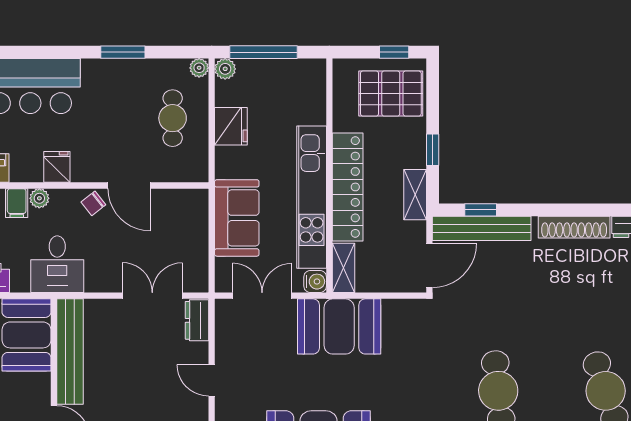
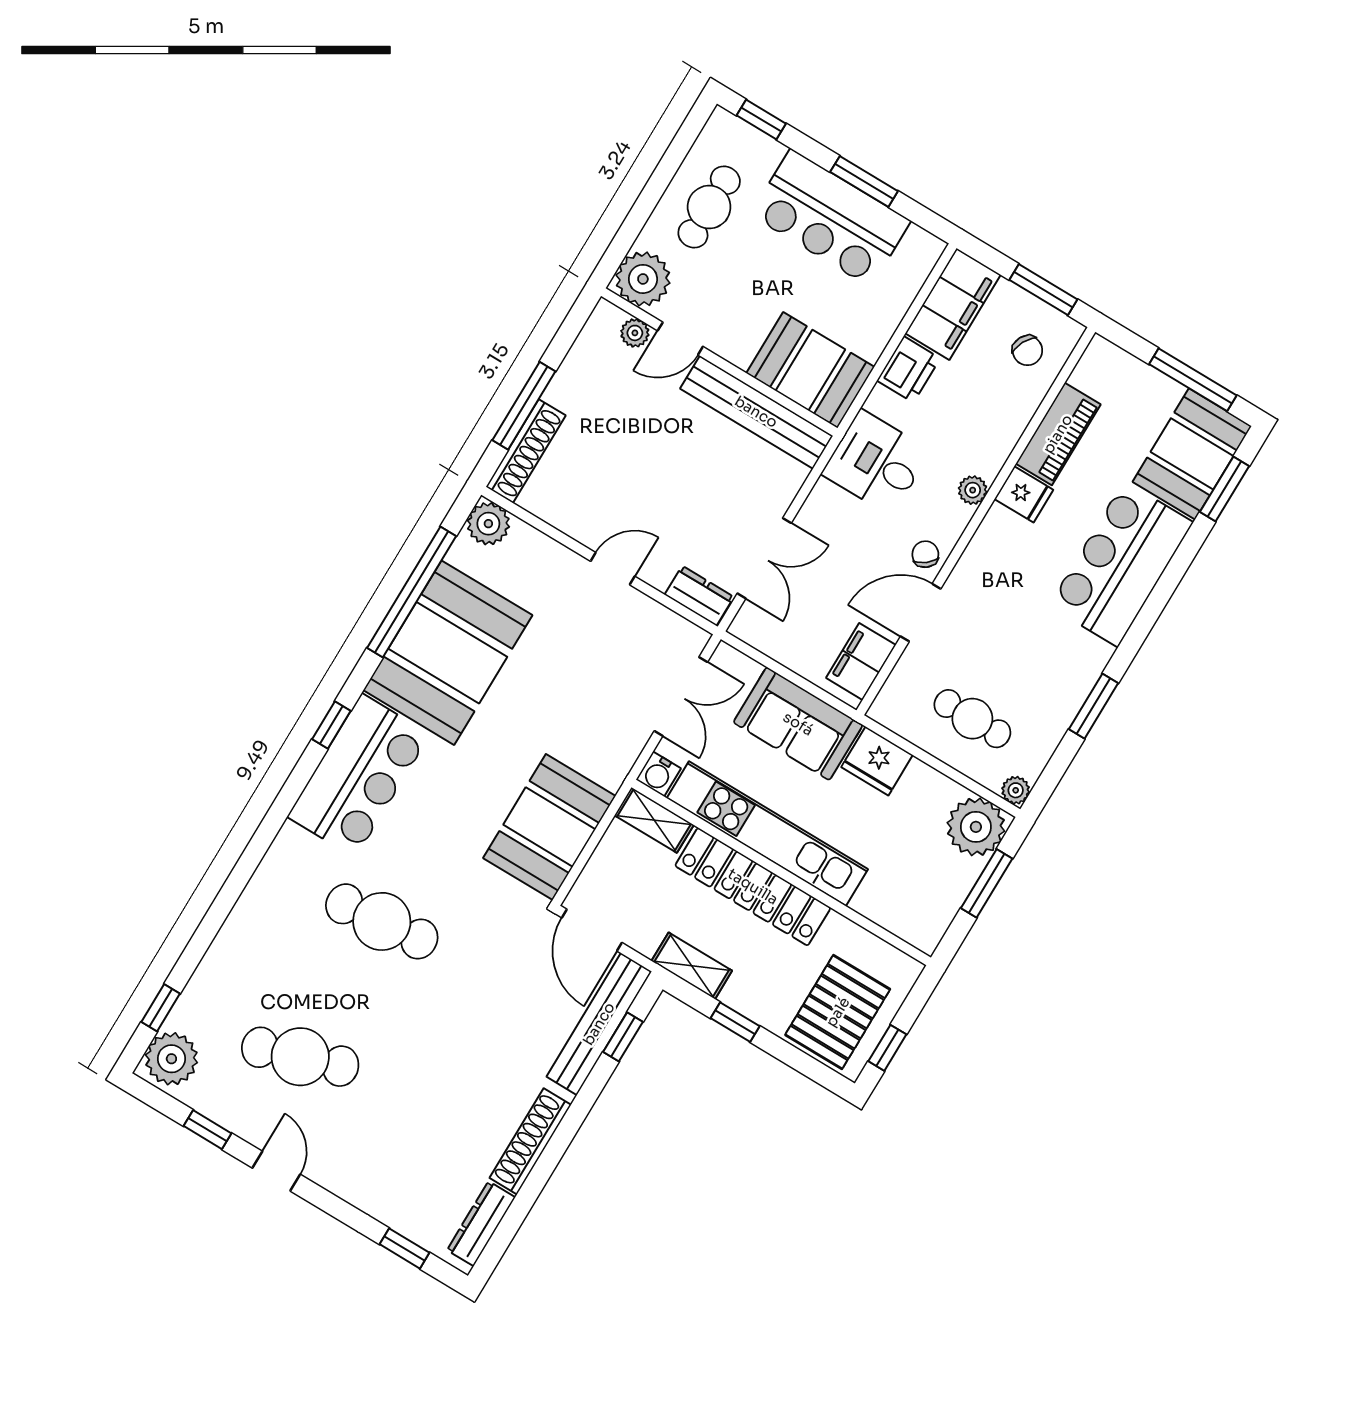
window: (263, 52) -> (987, 883), width x0.69
plant: (225, 69) -> (976, 827), width x1.87, depth x1.87
fridge: (231, 126) -> (877, 761), moved
fridge: (57, 167) -> (1024, 494), moved
filing cabinet: (17, 203) -> (861, 661), moved, width x2.00
booth: (339, 326) -> (549, 827), moved

